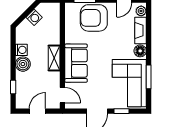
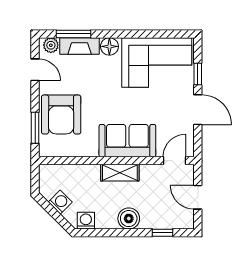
washing machine: (21, 50) -> (86, 221), moved
window: (149, 77) -> (74, 34), moved

